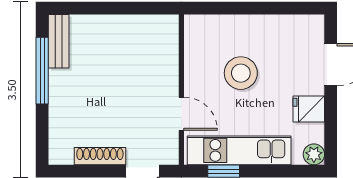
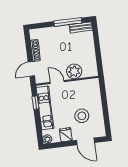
plant: (161, 70) -> (74, 71), added
stool: (241, 73) -> (82, 116), moved
door: (181, 114) -> (57, 82), swing flipped

